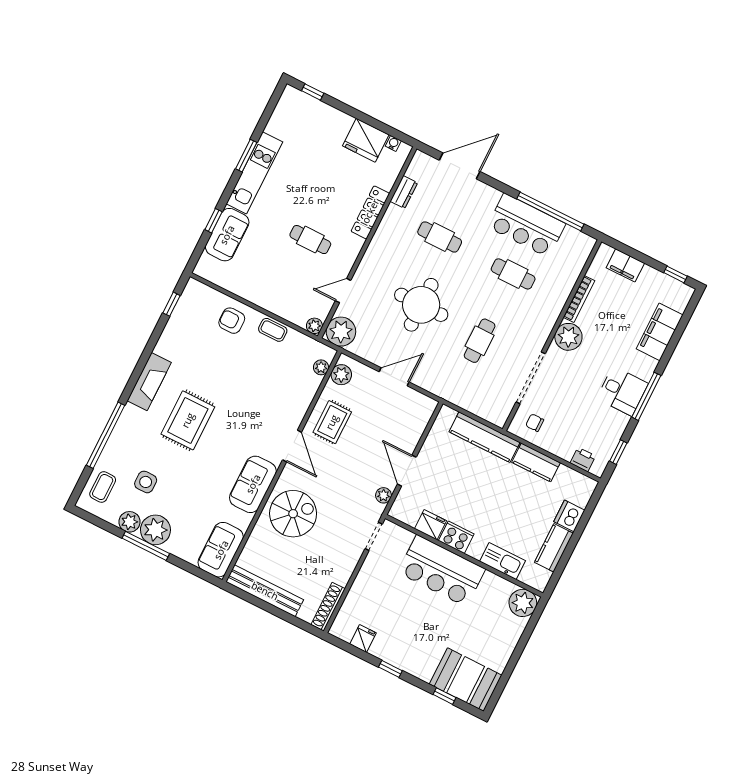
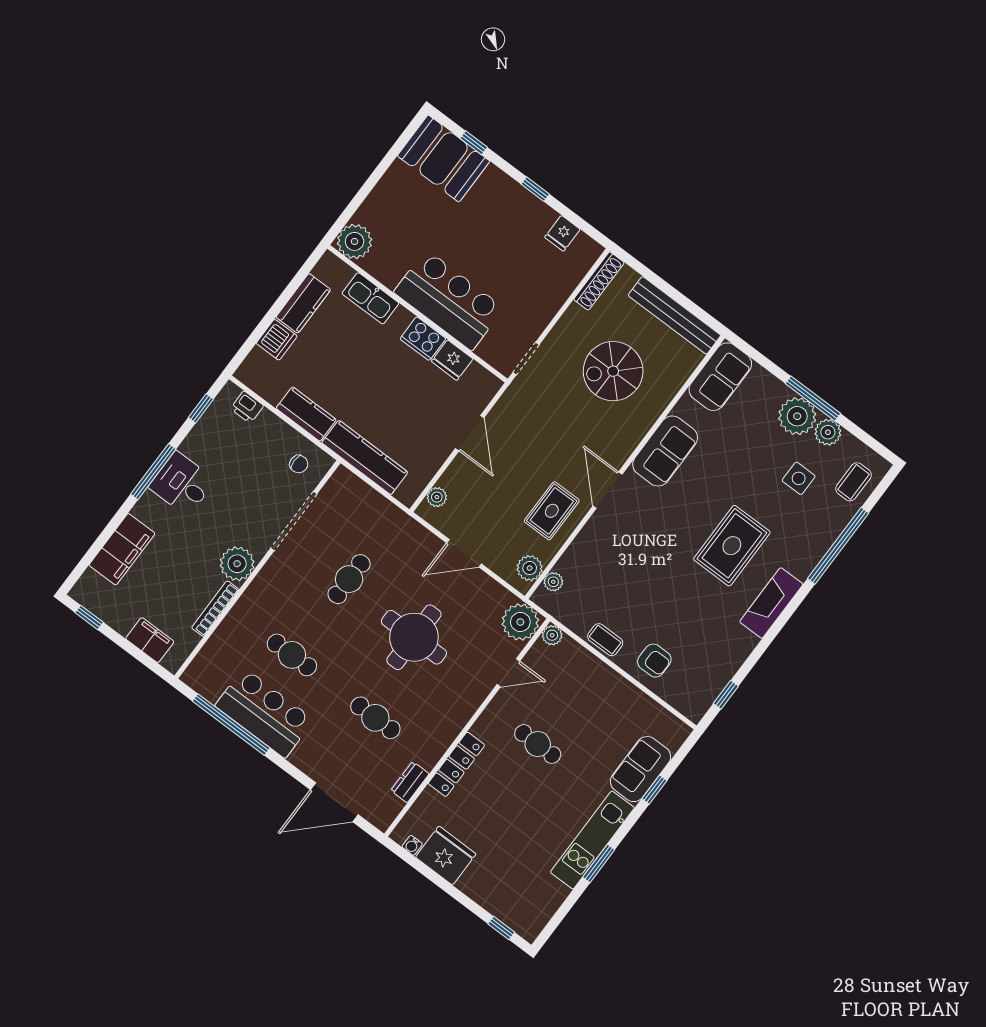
plant: (384, 495) -> (437, 497), moved
spiral stairs: (293, 514) -> (613, 371), moved

